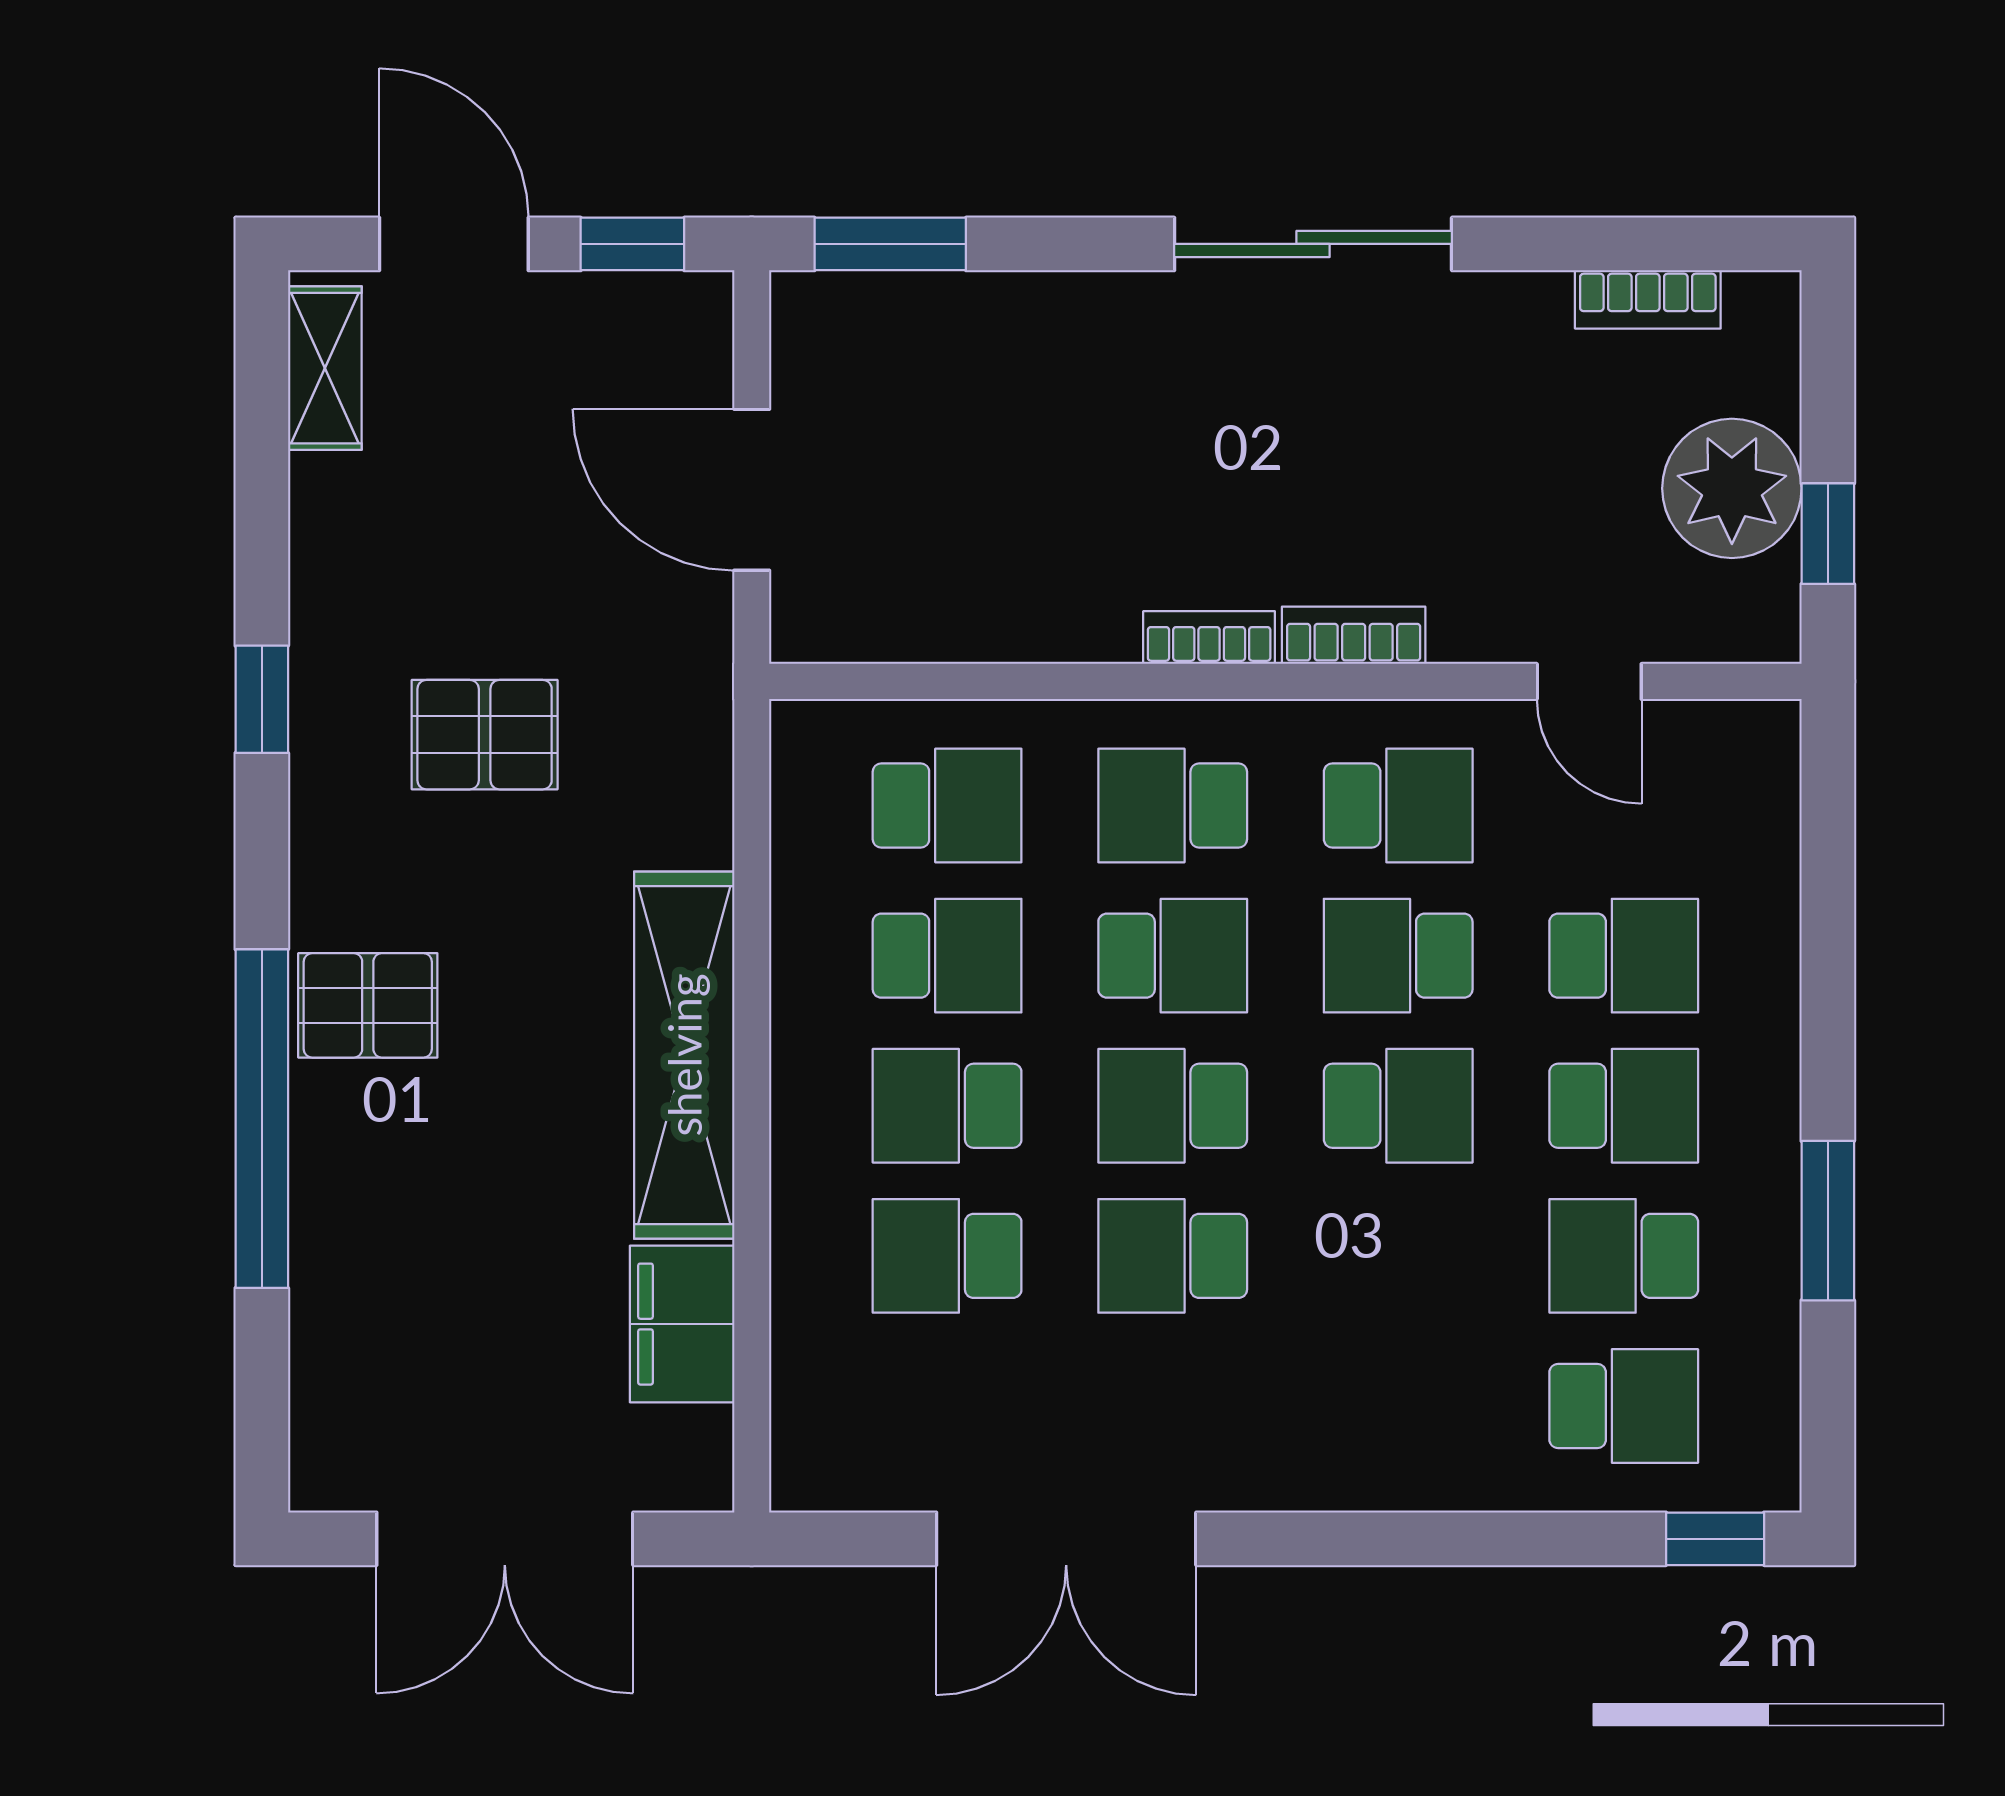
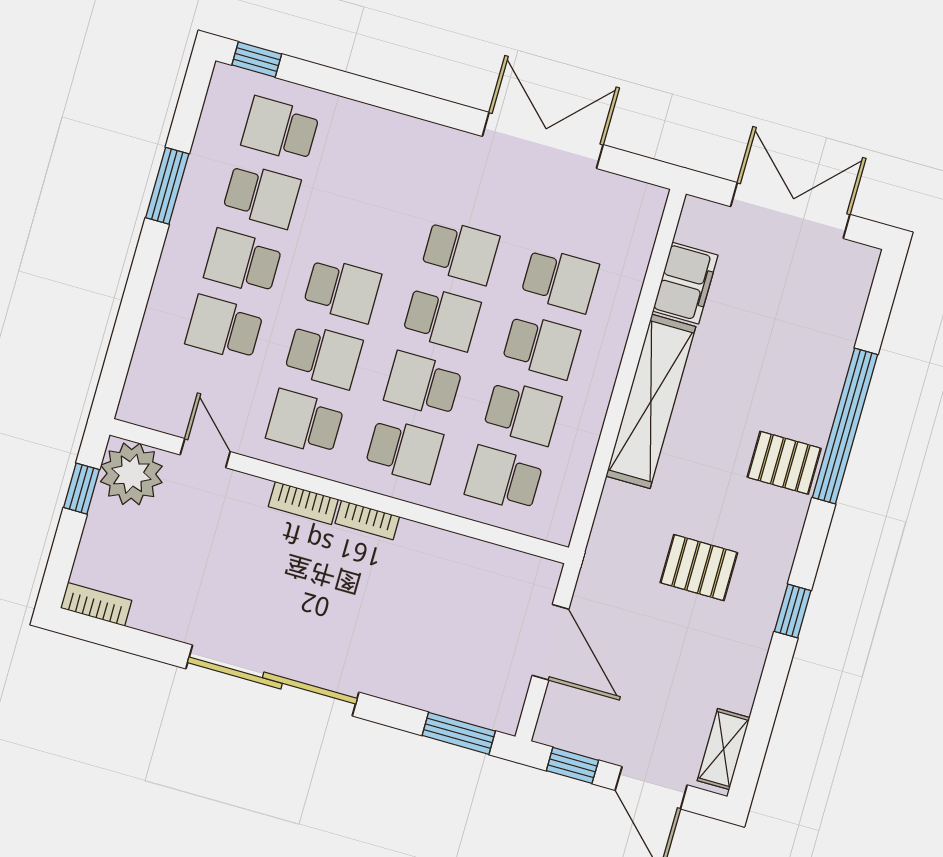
sliding door: (1313, 244) -> (272, 681), width x1.36
bookcase: (1648, 299) -> (96, 604), moved
plant: (1732, 488) -> (131, 474), moved
school desk: (947, 956) -> (523, 412), turned 180
school desk: (1398, 1106) -> (342, 290), turned 180

